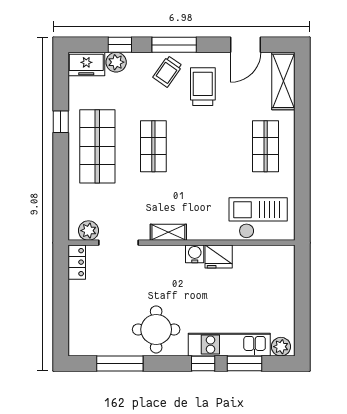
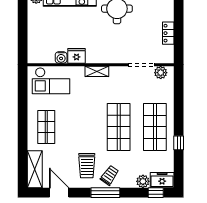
window: (120, 45) -> (156, 193), moved
door: (246, 45) -> (59, 193), hinge flipped
shop shelf: (153, 146) -> (119, 127), width x1.43, depth x1.36
shelving: (168, 232) -> (97, 71), moved
water cooler: (195, 254) -> (61, 57), moved
locker: (77, 262) -> (168, 33), moved

